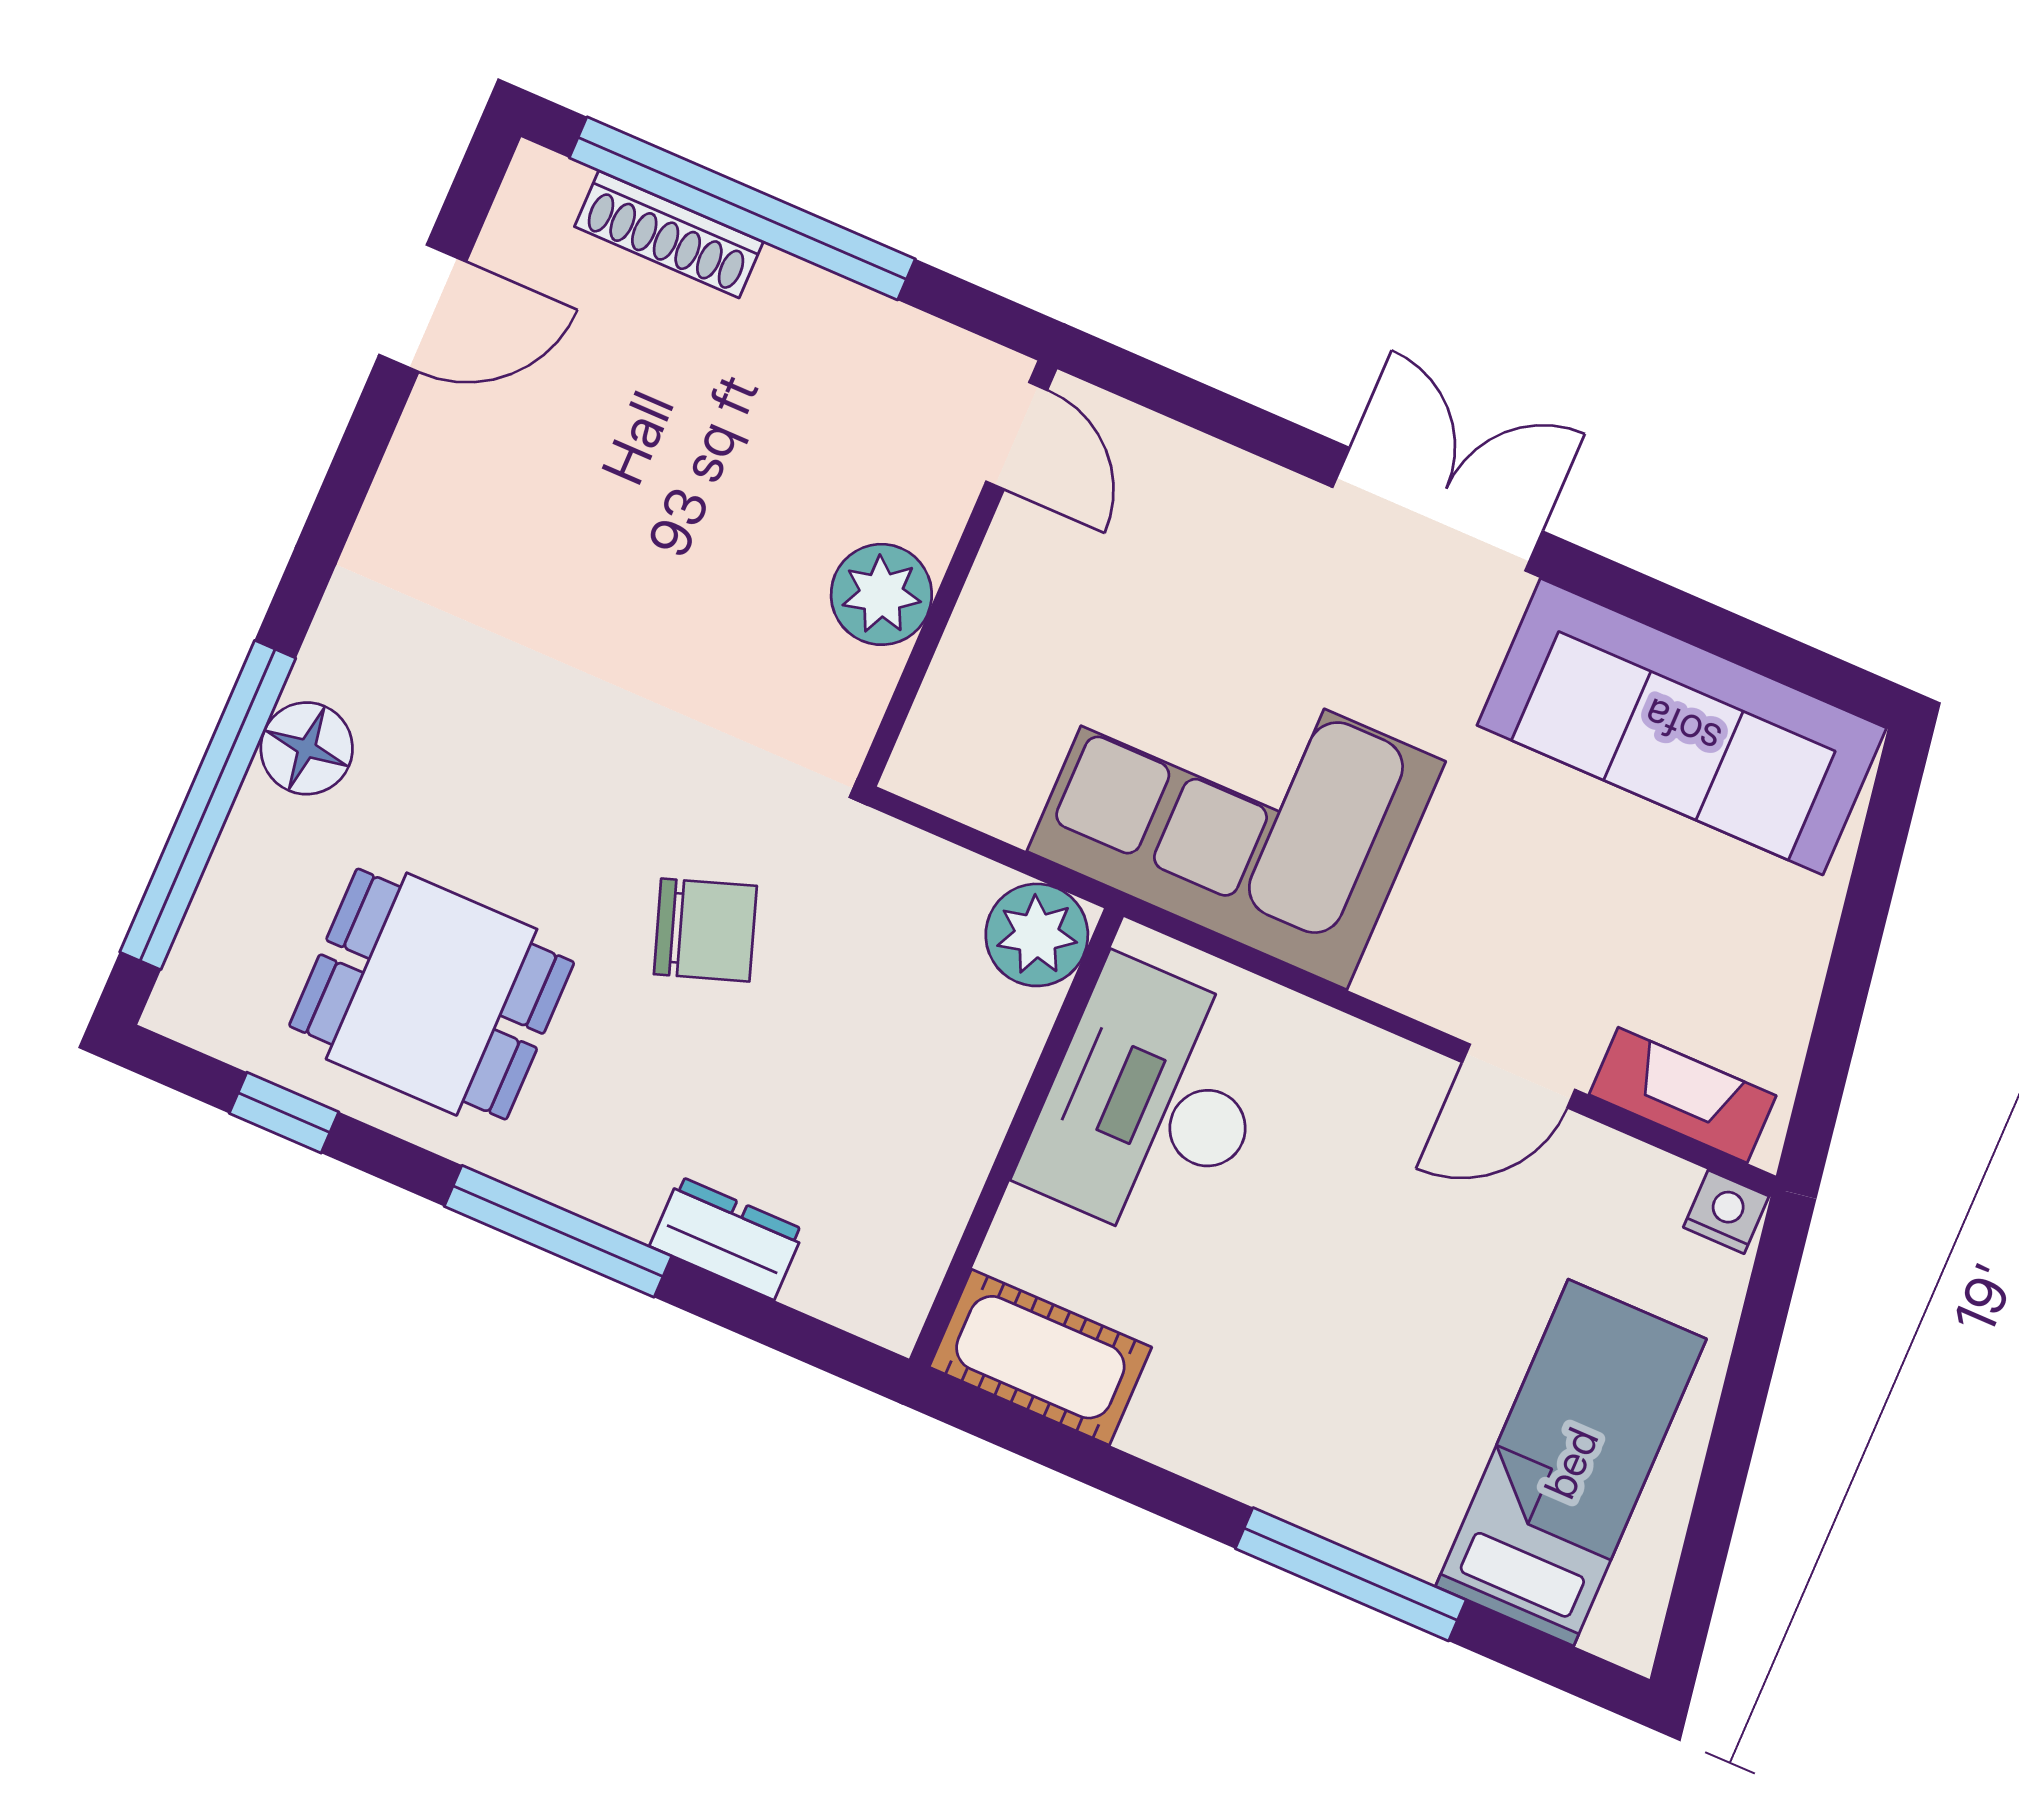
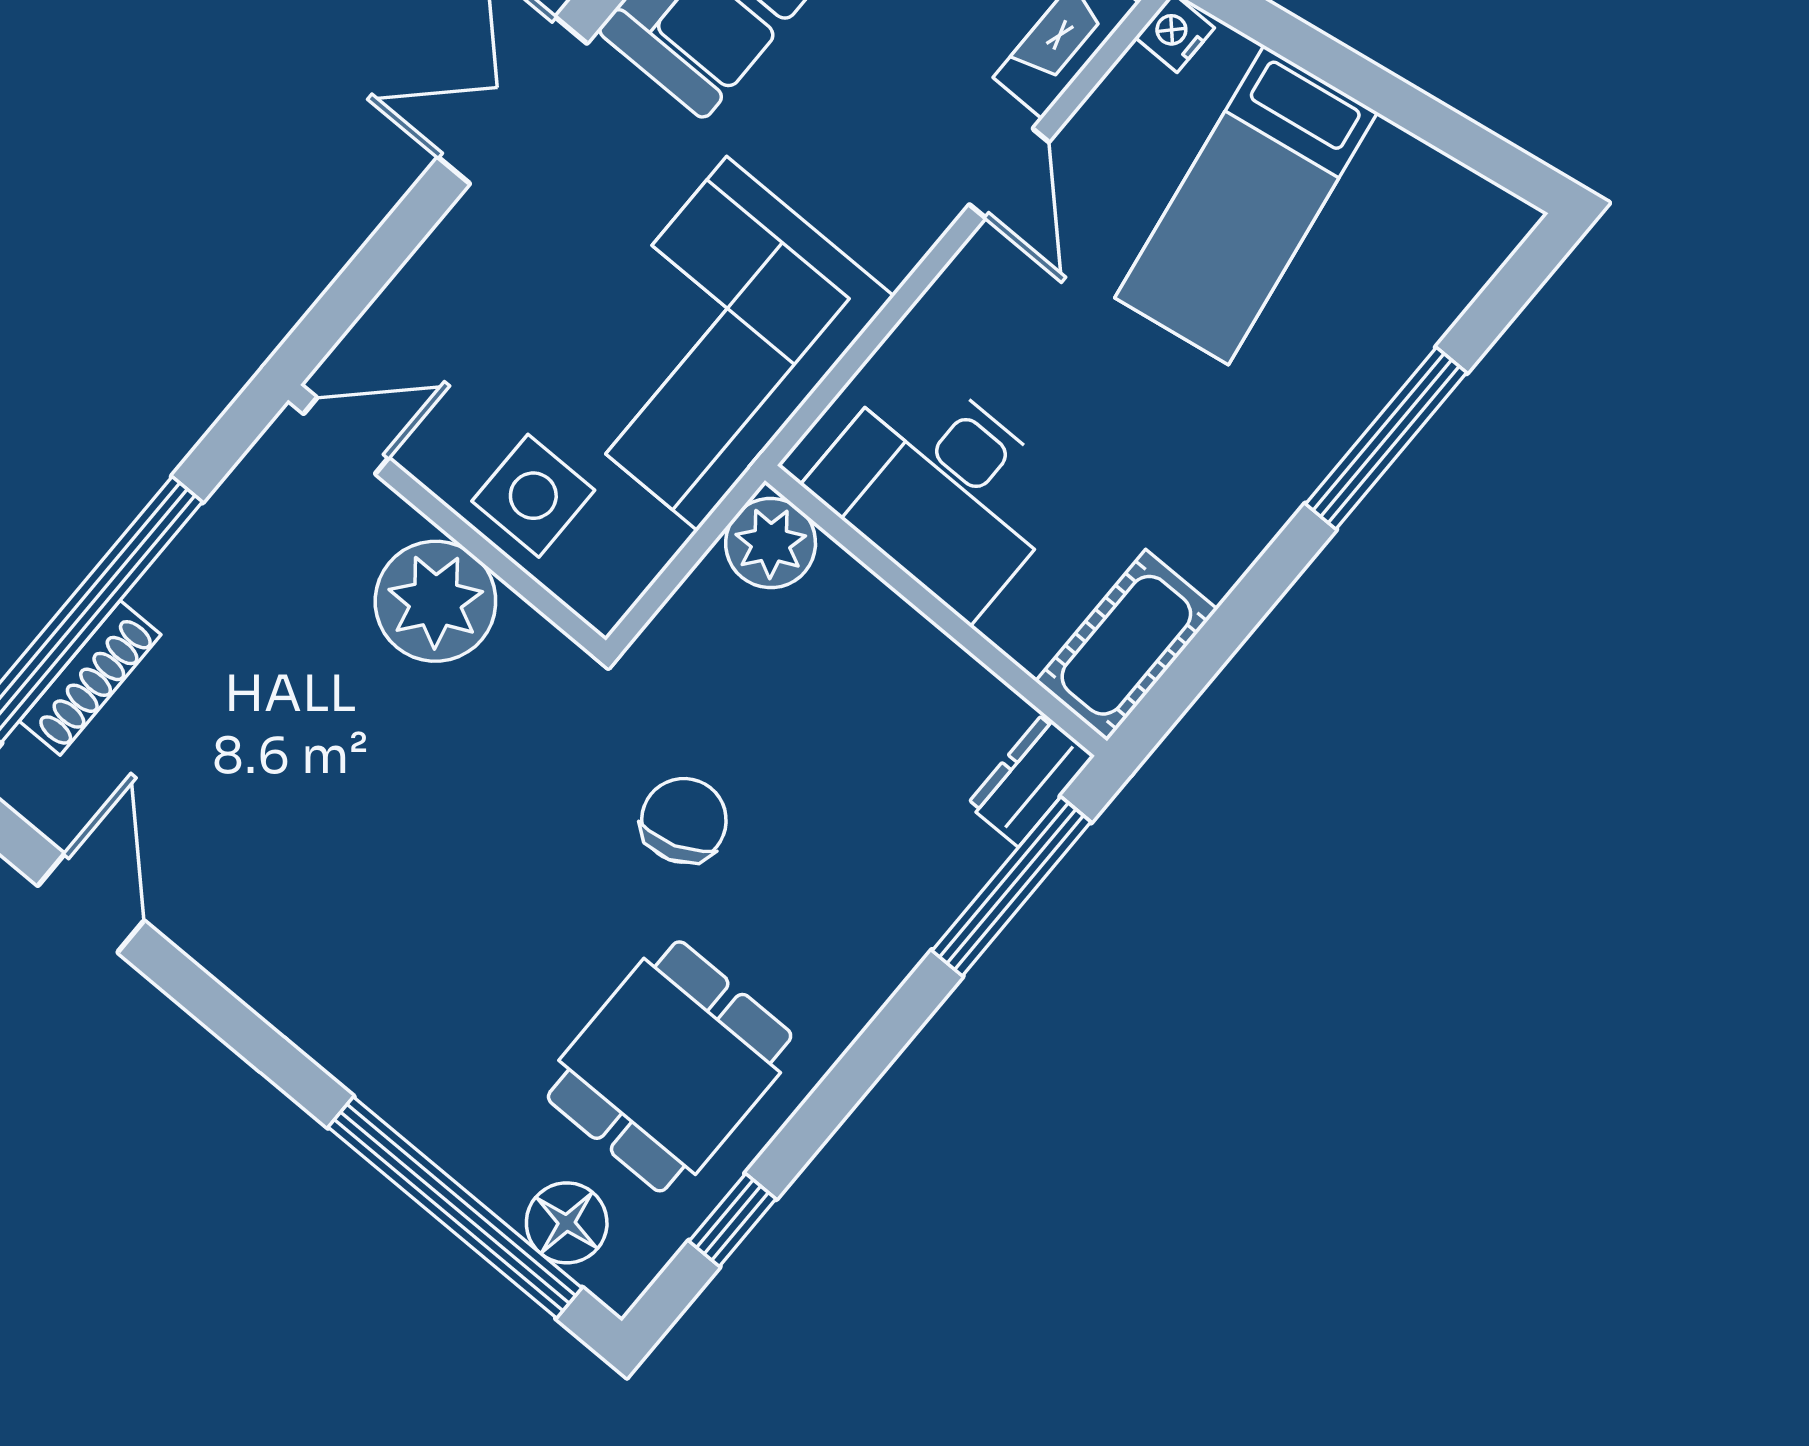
plant: (881, 594) -> (435, 601), width x1.36, depth x1.36
side table: (1012, 660) -> (533, 496), added
floor lamp: (307, 748) -> (567, 1223), moved
window: (558, 1231) -> (1012, 886), moved
dresser: (727, 1238) -> (1031, 780), moved
bed: (1571, 1463) -> (1246, 205), moved, turned -99

